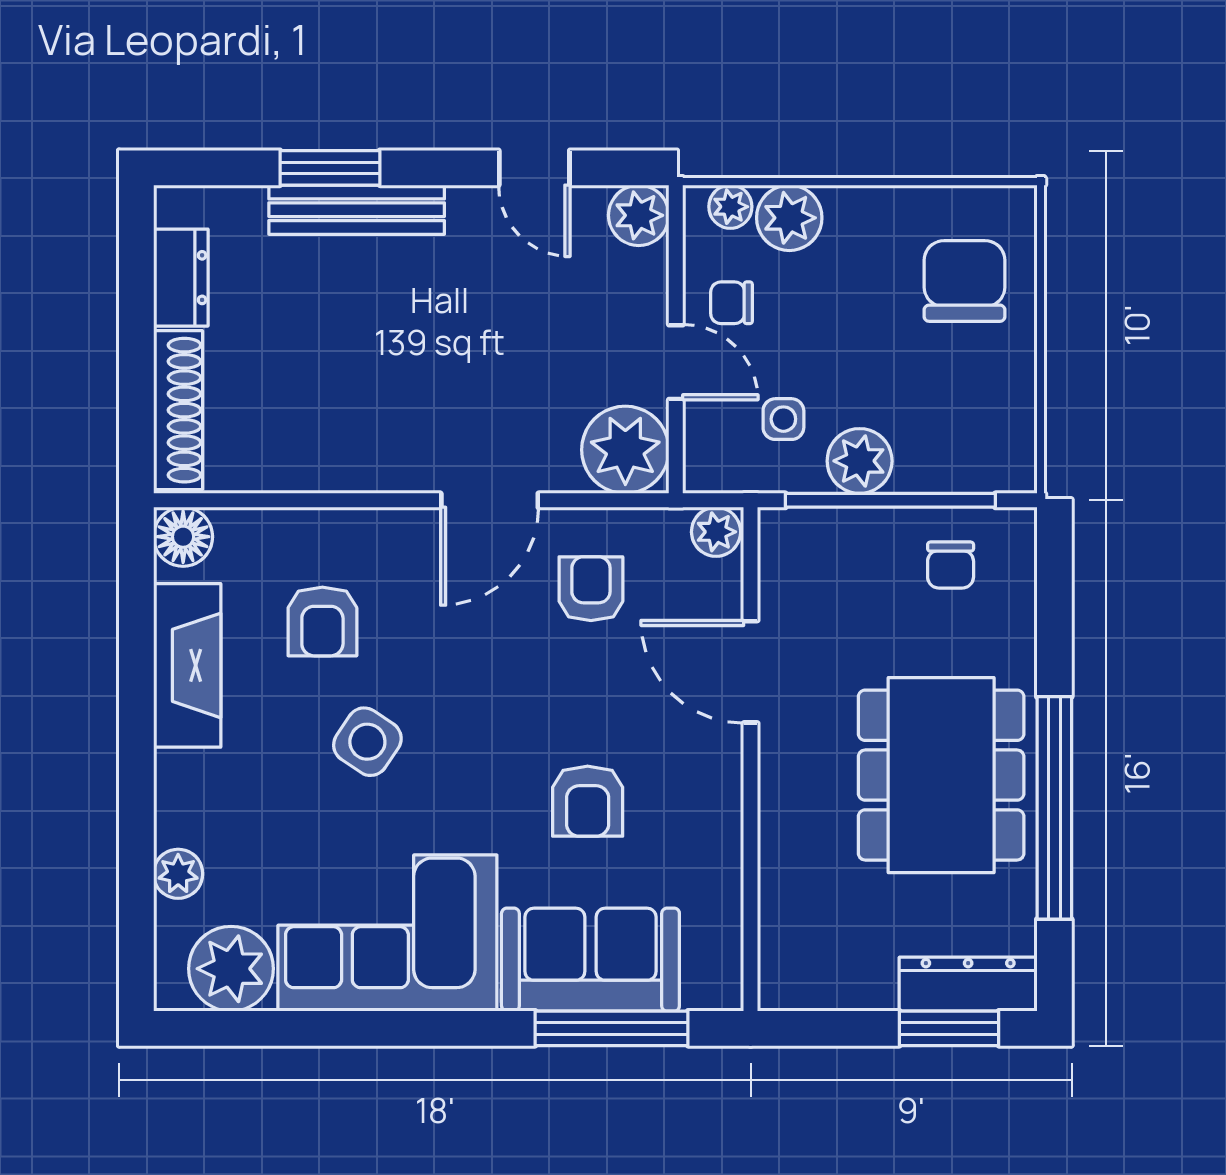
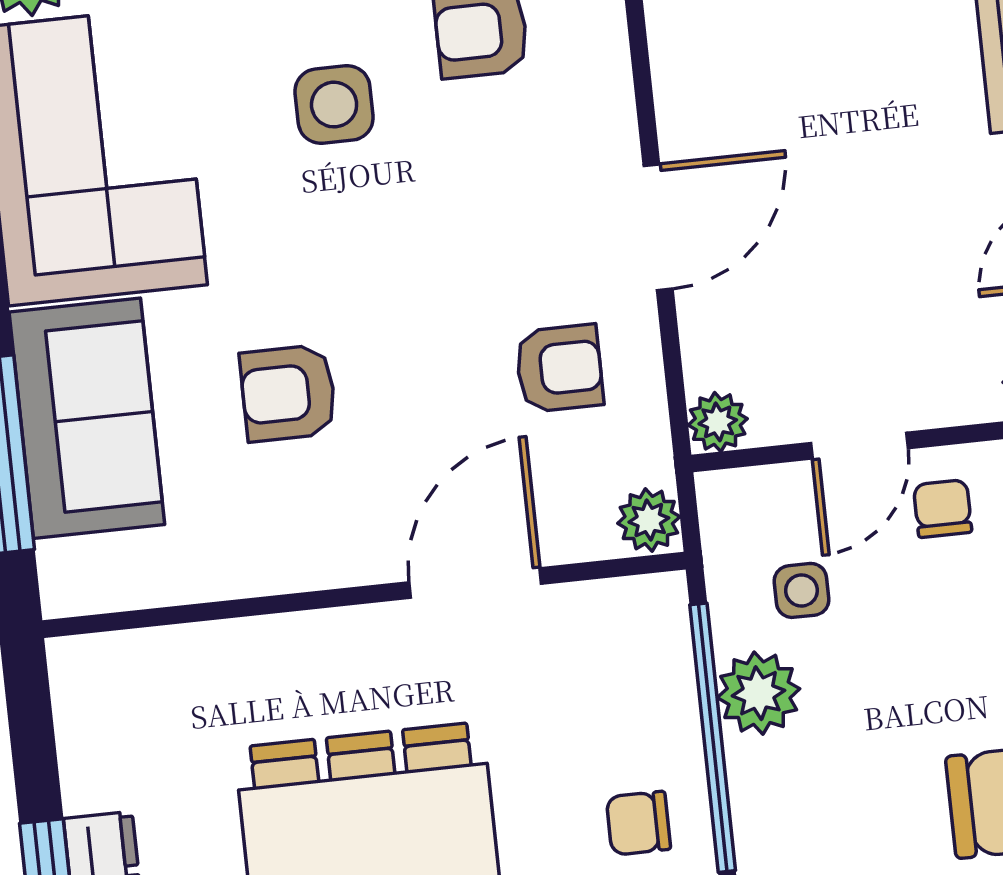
plant: (625, 450) -> (718, 422), width x0.53, depth x0.53
door: (490, 500) -> (658, 227), swing flipped
side table: (367, 742) -> (334, 105), turned -34

